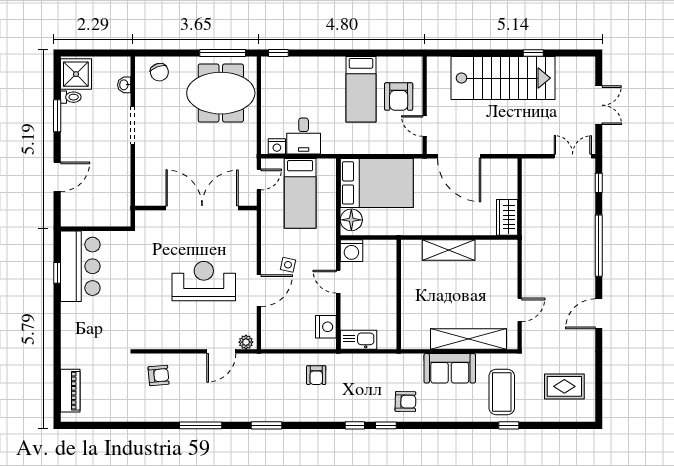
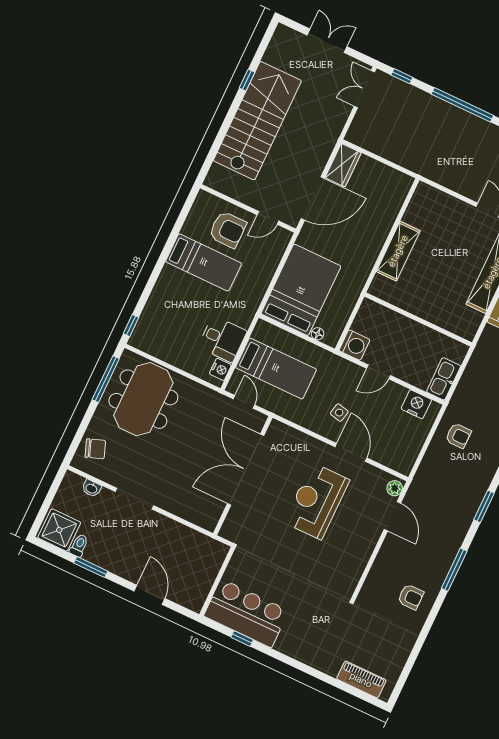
wardrobe: (507, 217) -> (343, 165), moved, turned -90
floor lamp: (351, 220) -> (318, 334), width x0.53, depth x0.53
armchair: (159, 375) -> (411, 597), moved, turned 95

